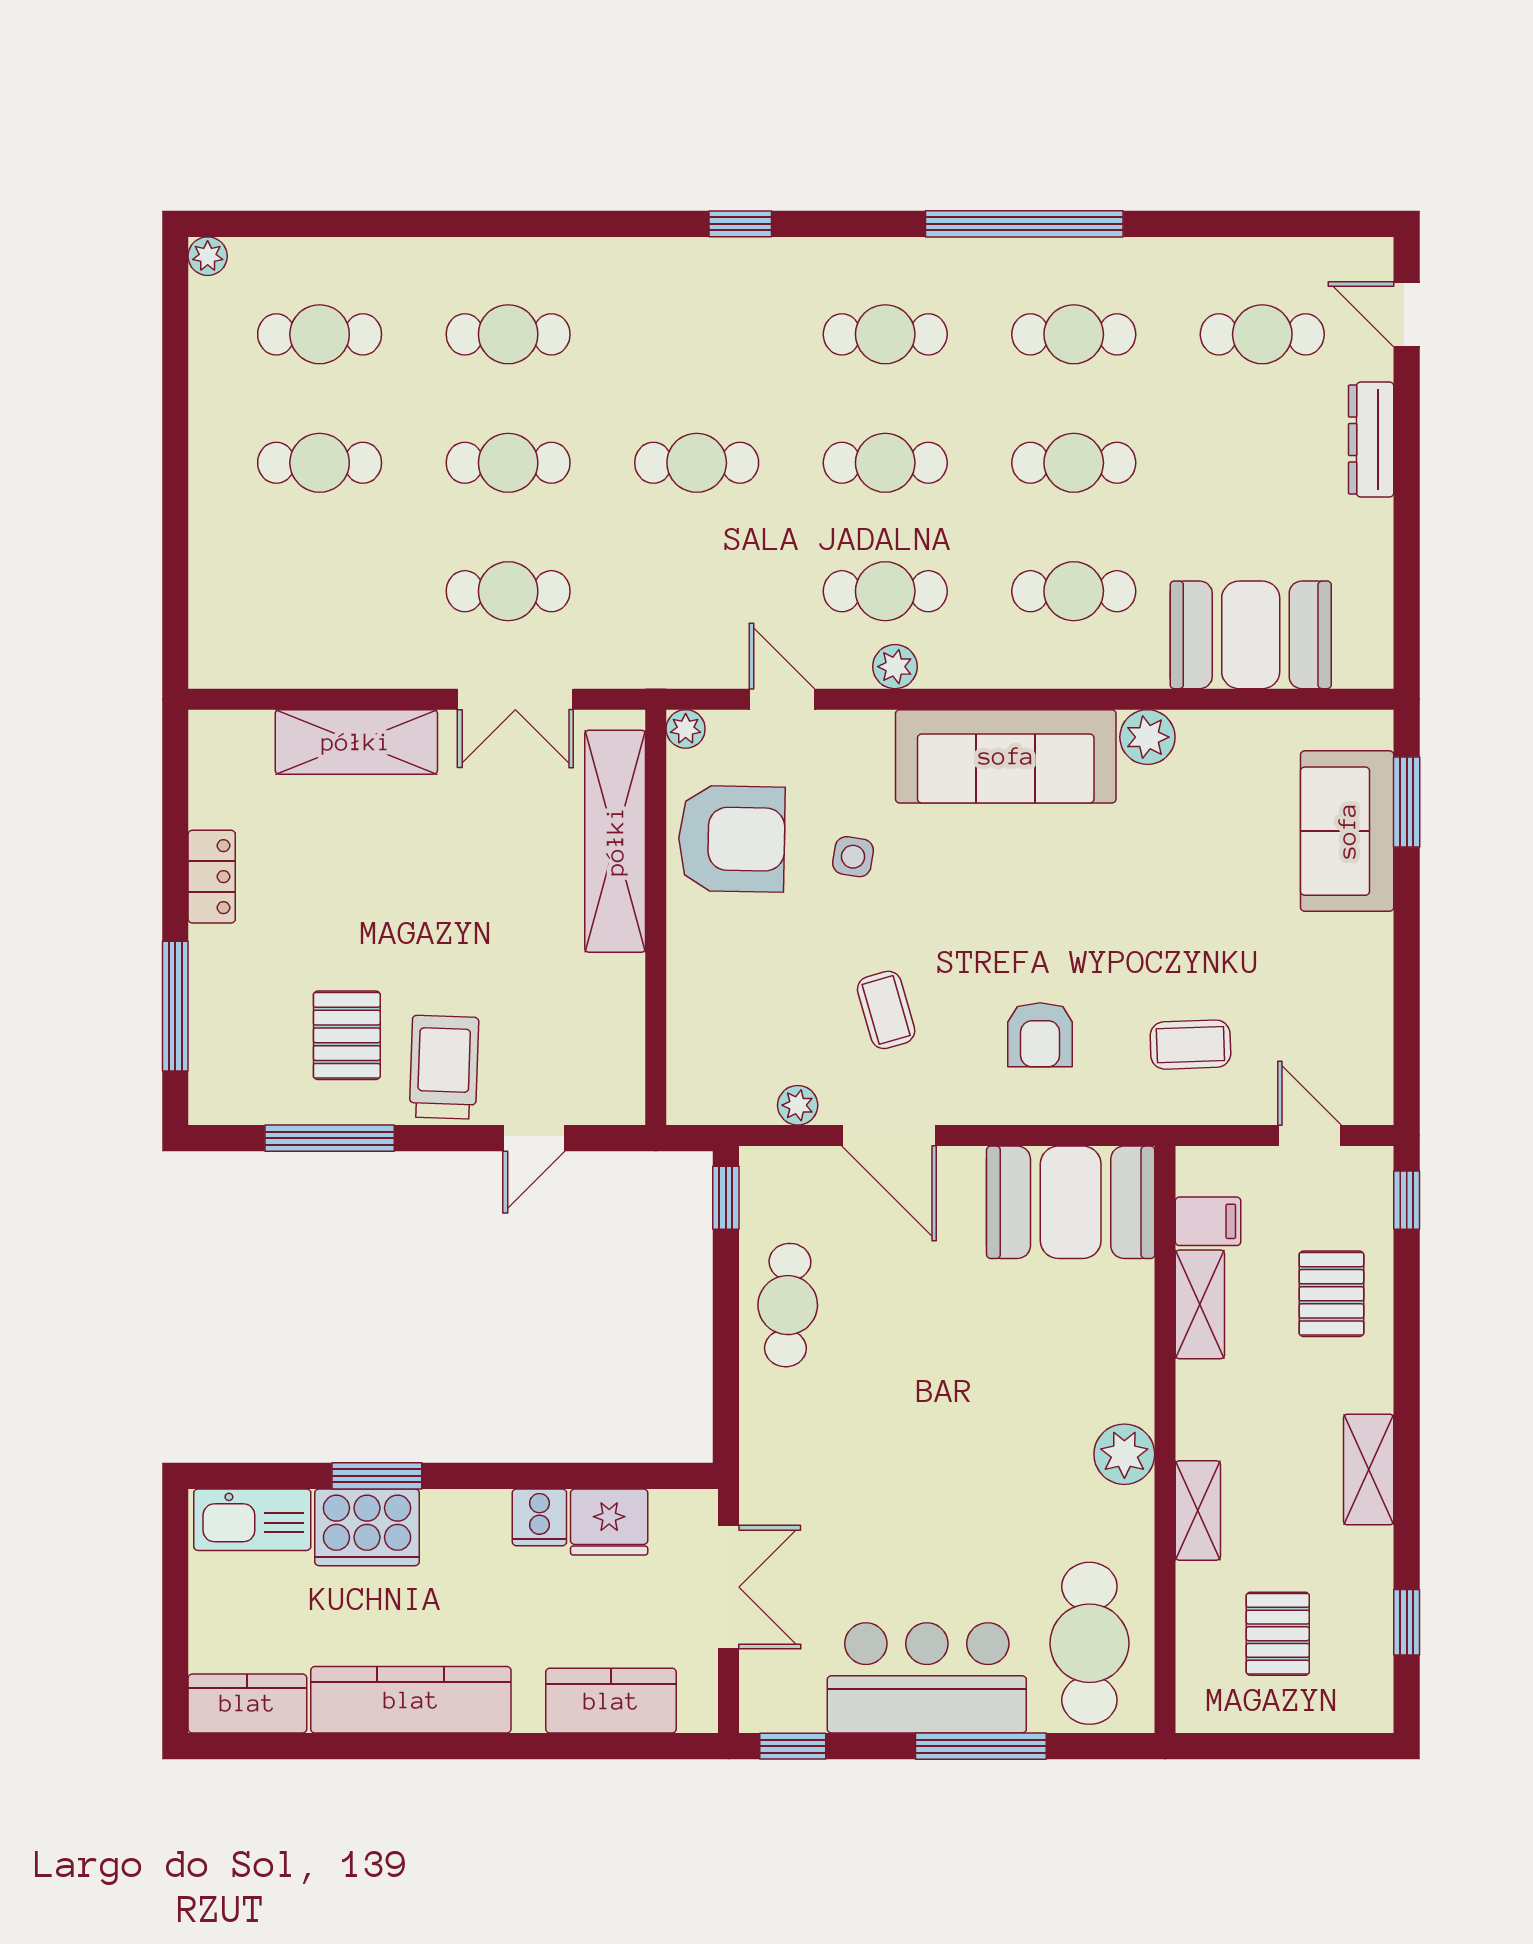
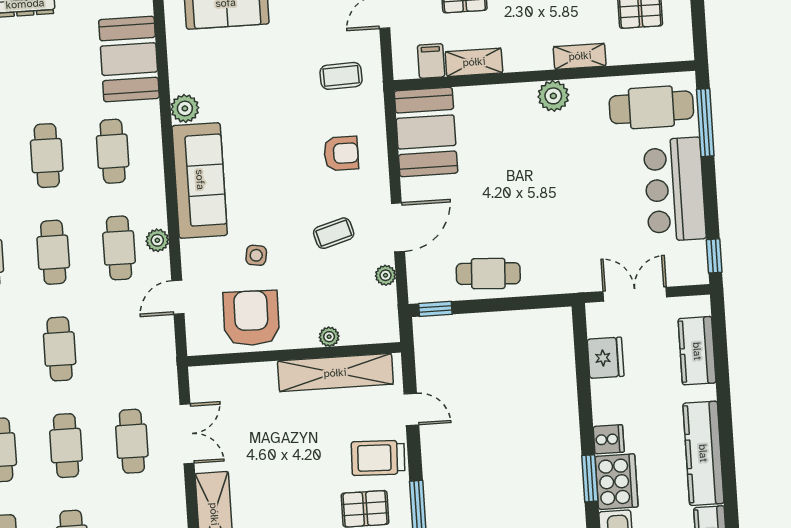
plant: (686, 729) -> (329, 337), moved
shelving: (615, 841) -> (335, 373), moved
coffee table: (1190, 1045) -> (341, 76), turned 90
cooker: (539, 1517) -> (609, 439), moved
window: (981, 1746) -> (705, 123), moved

